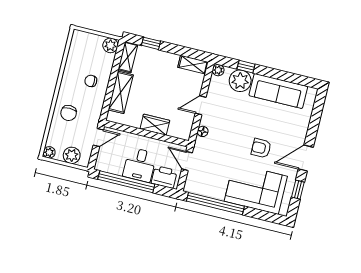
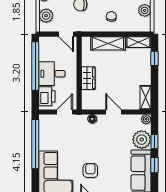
plant: (110, 45) -> (145, 10), moved
window: (273, 73) -> (155, 165), added

